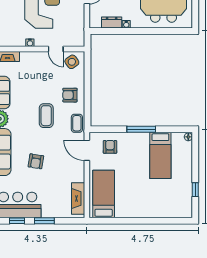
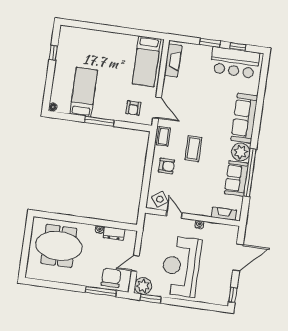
armchair: (36, 161) -> (210, 104), removed

